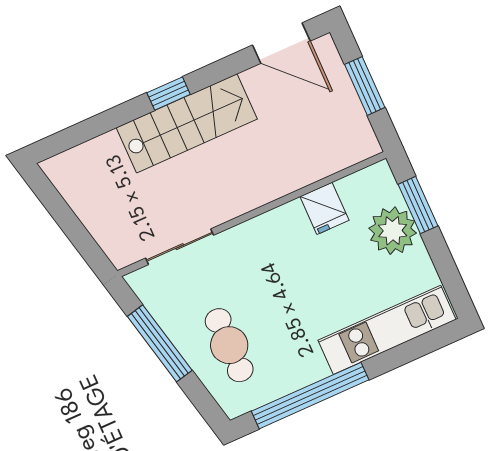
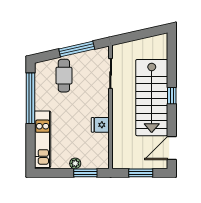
stairs: (187, 123) -> (152, 98), width x1.36, depth x1.51
fridge: (324, 208) -> (100, 125), moved
plant: (393, 231) -> (75, 163), width x0.53, depth x0.53
cafe table: (229, 345) -> (64, 76), turned 90

